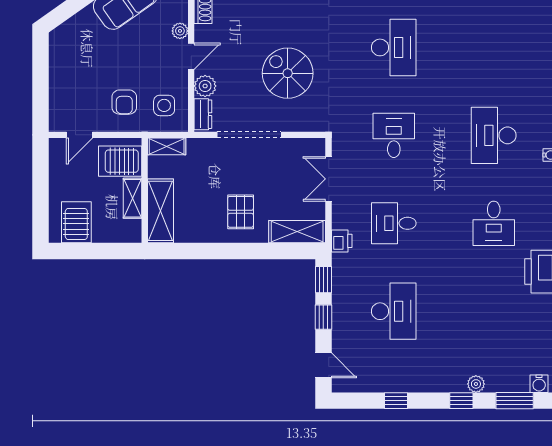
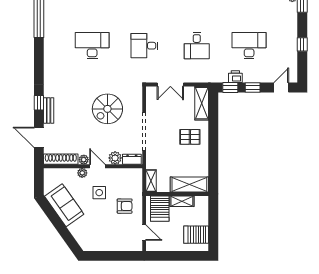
plant: (202, 33) -> (84, 160), added
side table: (164, 105) -> (99, 193), moved
printer: (342, 241) -> (235, 77), moved

